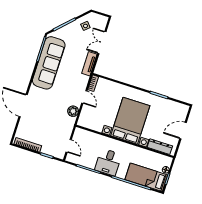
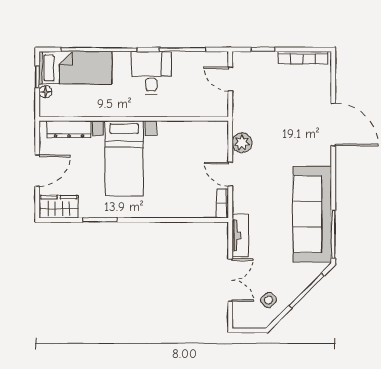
wardrobe: (178, 109) -> (59, 207), added
bed with nightstands: (130, 121) -> (124, 158), width x0.73

